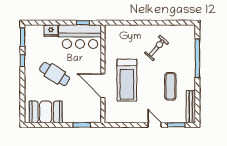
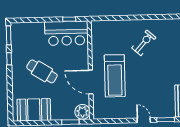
fridge: (51, 31) -> (37, 28), removed
exercise mat: (170, 86) -> (159, 81), removed
plant: (94, 115) -> (82, 112), added

